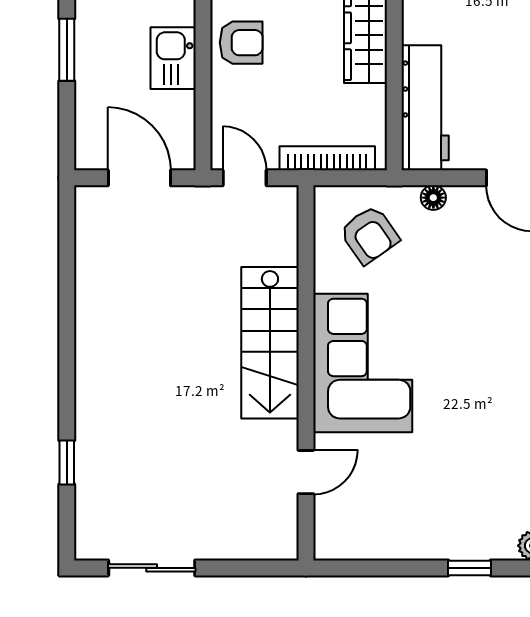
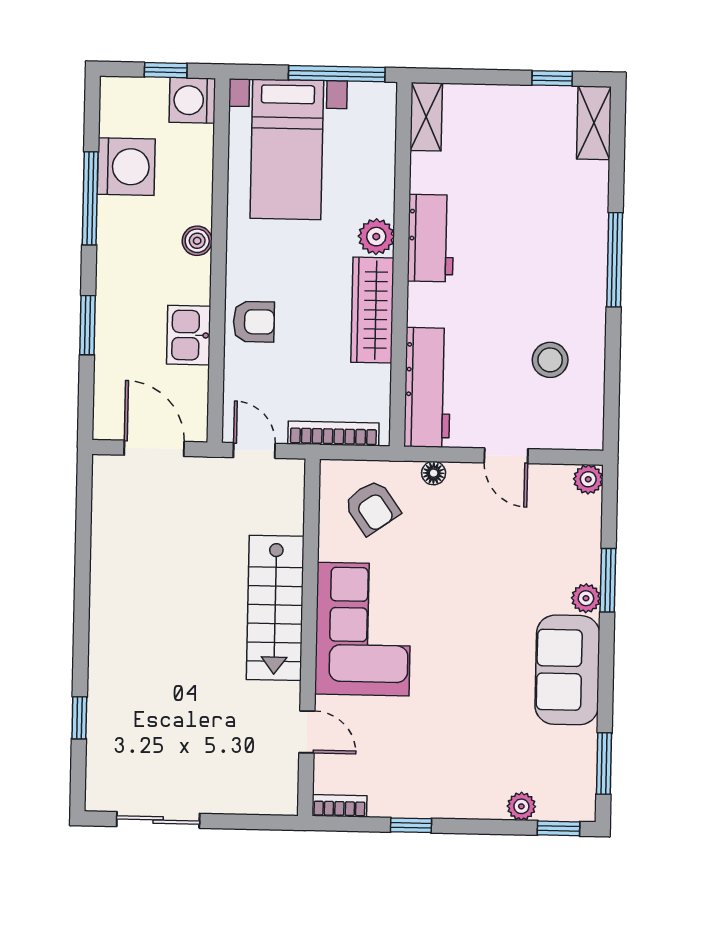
door: (306, 472) -> (307, 732), hinge flipped
bookcase: (342, 549) -> (339, 806), added
window: (470, 568) -> (411, 825), moved

